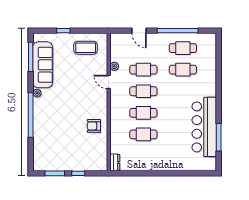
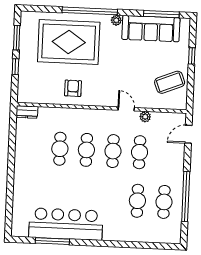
door: (139, 31) -> (188, 134), moved
coffee table: (86, 48) -> (170, 82), turned 68
door: (109, 82) -> (126, 109), hinge flipped
rug: (56, 131) -> (69, 42), added

